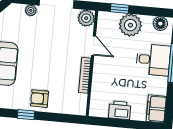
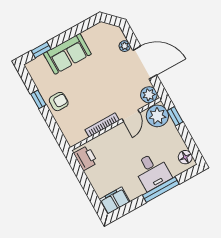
plant: (130, 25) -> (157, 116), moved
armchair: (40, 99) -> (59, 102), turned 90
printer: (120, 110) -> (86, 158), moved

